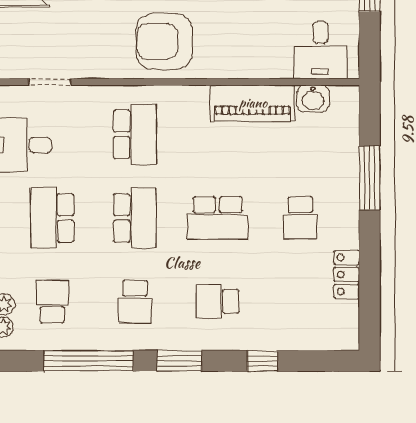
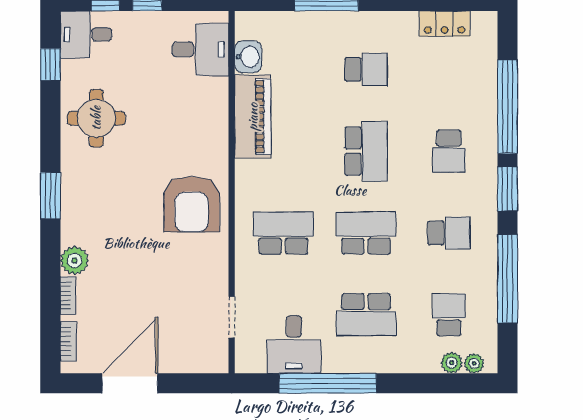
locker: (347, 274) -> (445, 24), moved
school desk: (52, 301) -> (449, 315), turned 90
window: (263, 361) -> (508, 107), width x3.17

